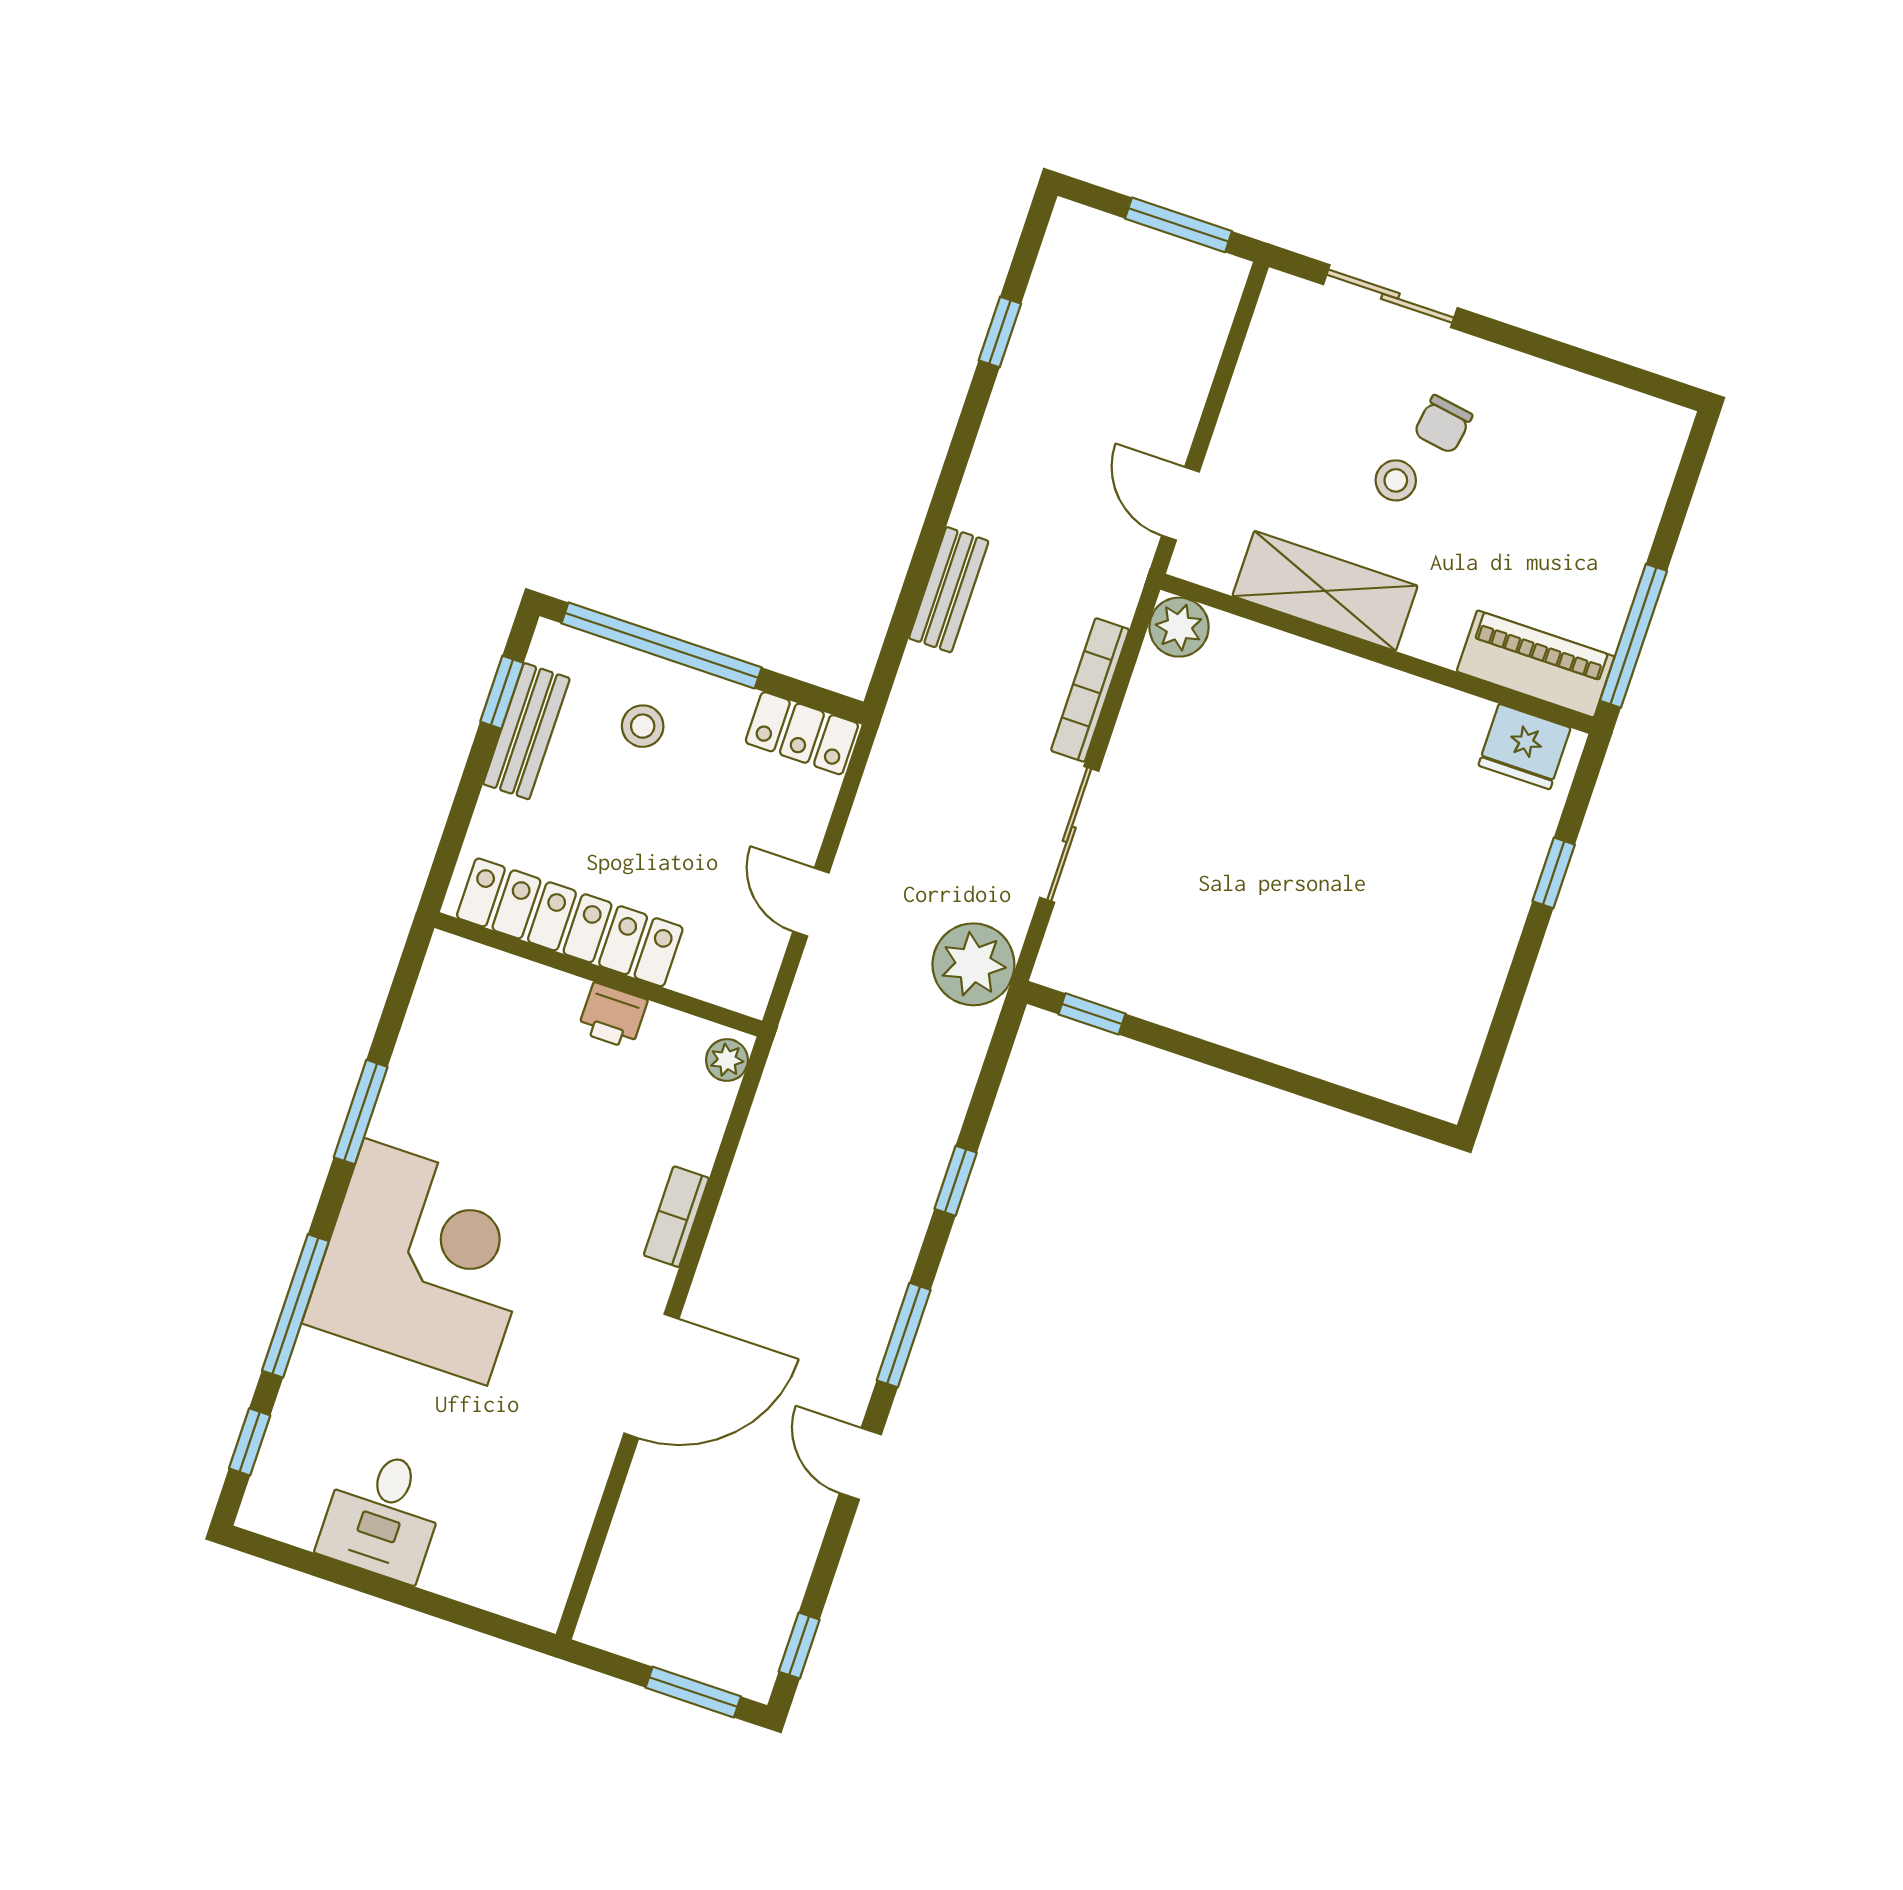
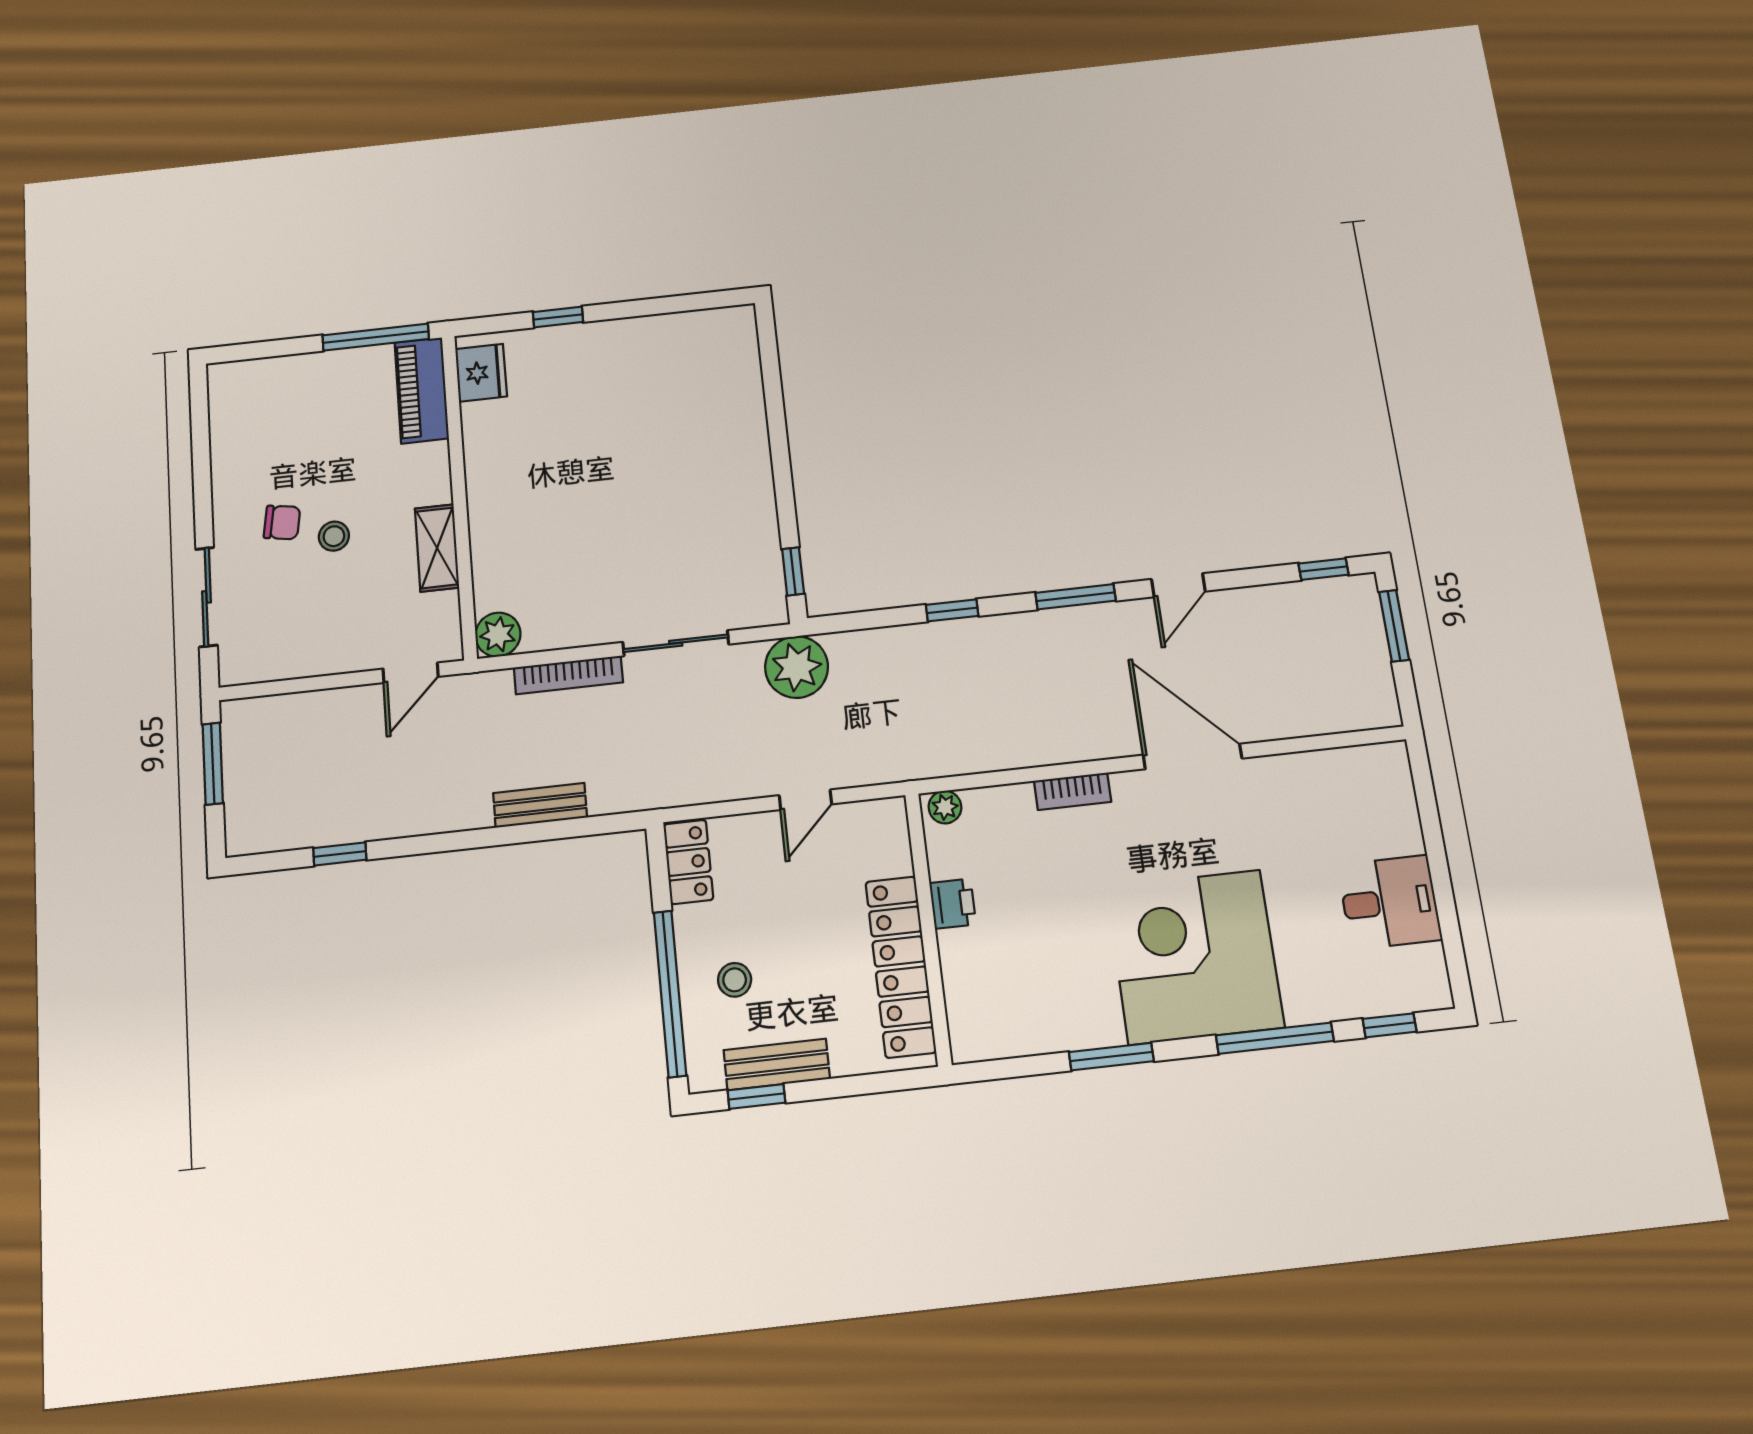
shelving: (1325, 591) -> (437, 548), width x0.67, depth x0.75

